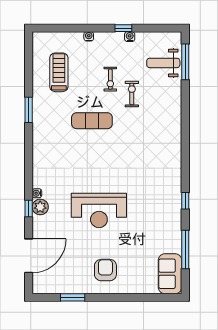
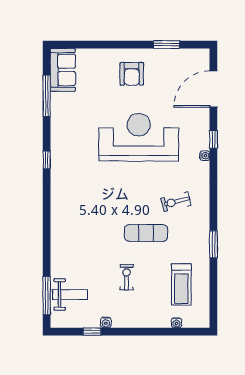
window: (123, 28) -> (92, 332), moved
water cooler: (89, 36) -> (177, 323), moved
exercise bike: (132, 94) -> (176, 202), moved, turned 76
window: (185, 201) -> (47, 160), moved
plant: (40, 207) -> (201, 141), removed
reception desk: (99, 210) -> (139, 137), width x1.36, depth x1.30

